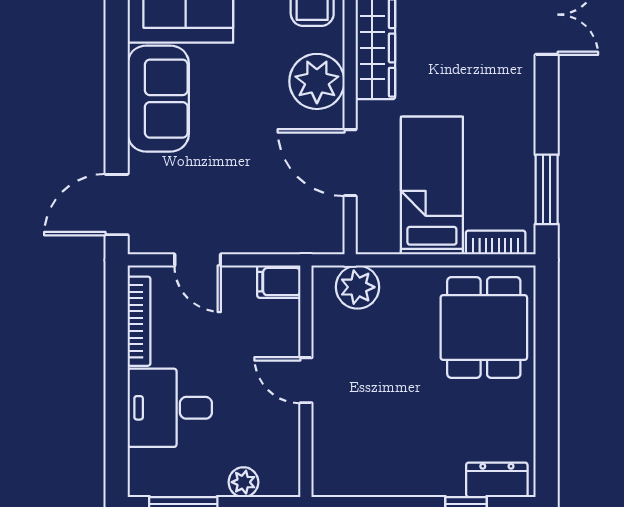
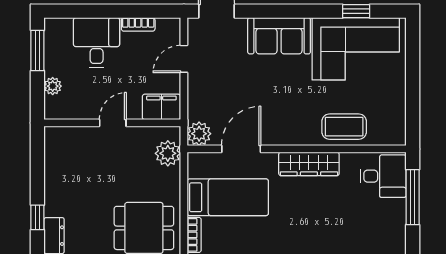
plant: (317, 81) -> (199, 134), moved, width x0.73, depth x0.73
filing cabinet: (279, 282) -> (161, 107), width x2.00
bookcase: (139, 321) -> (138, 24), width x0.64

